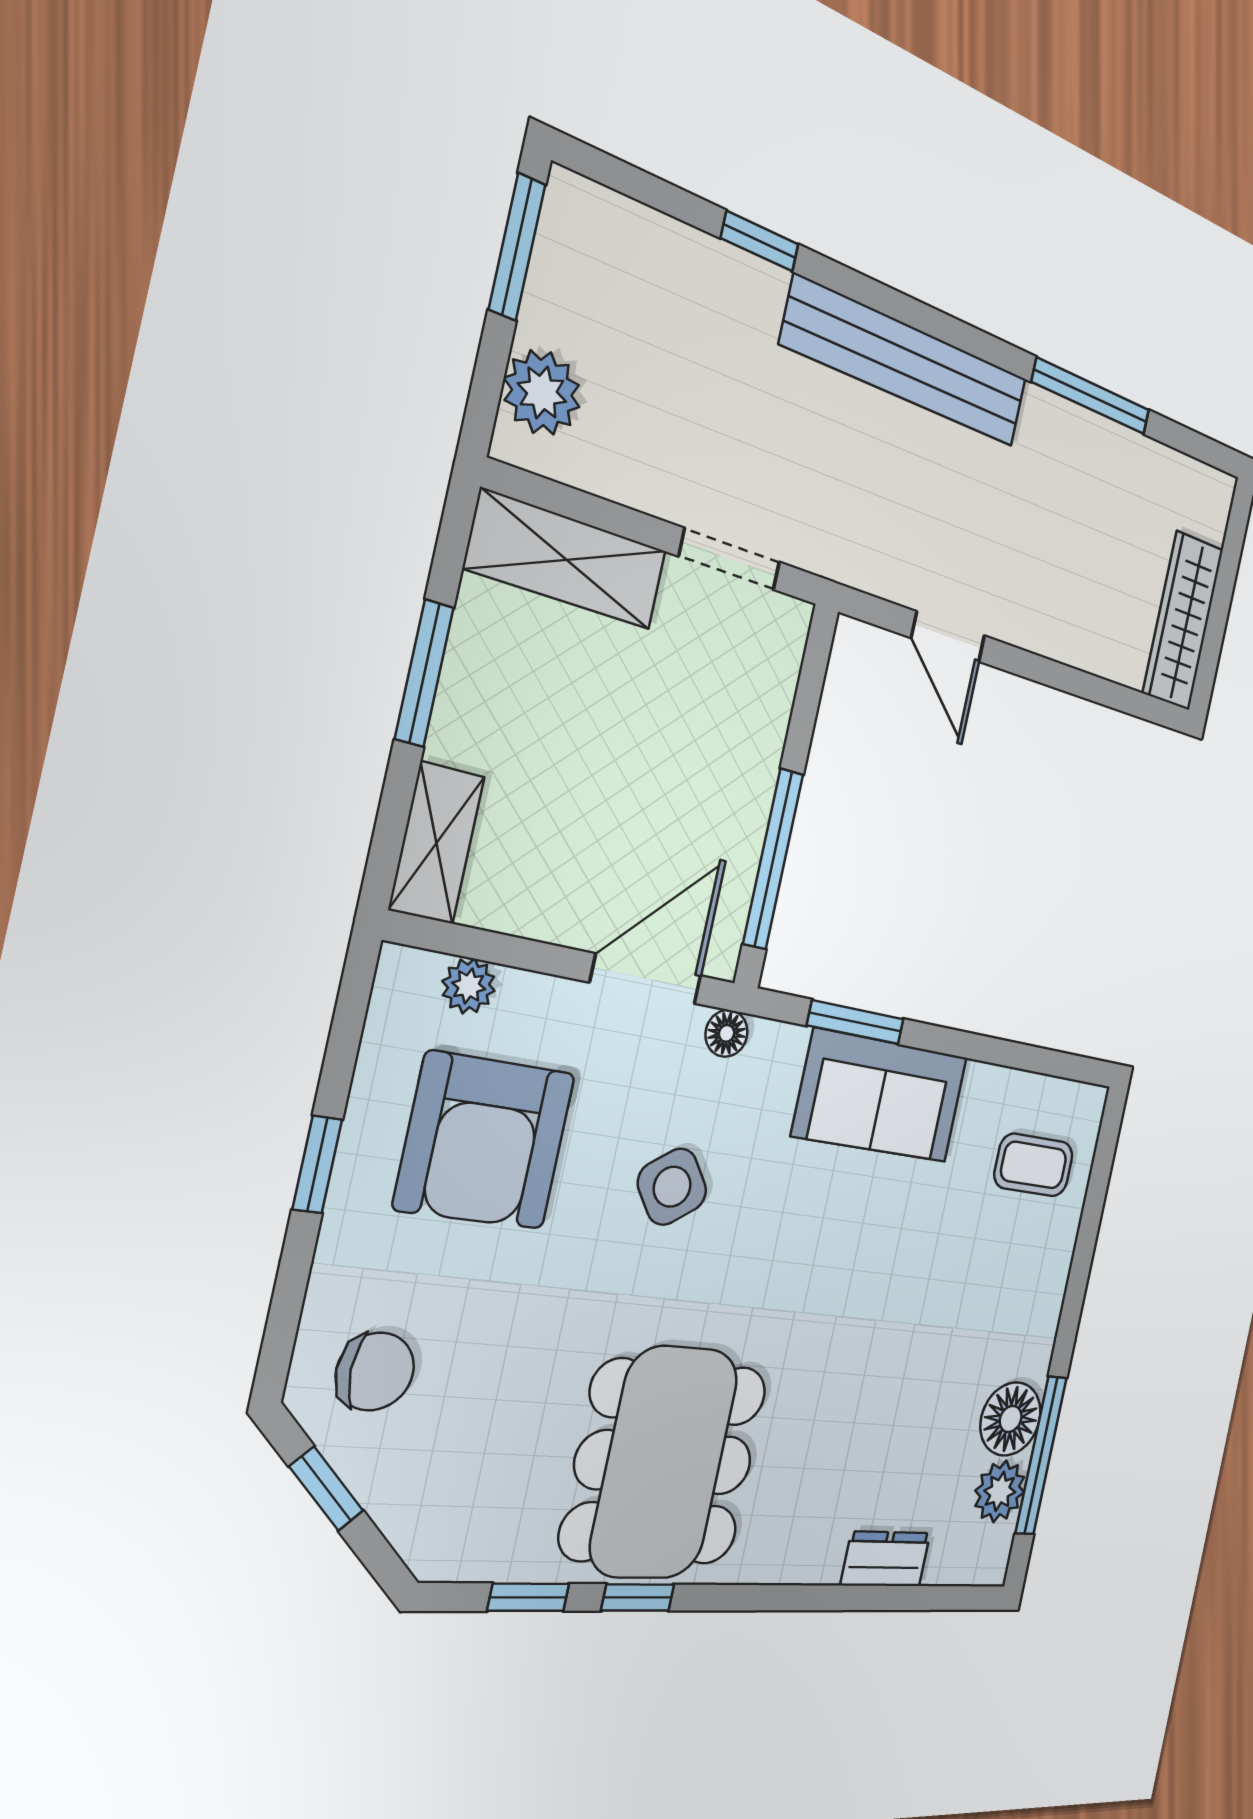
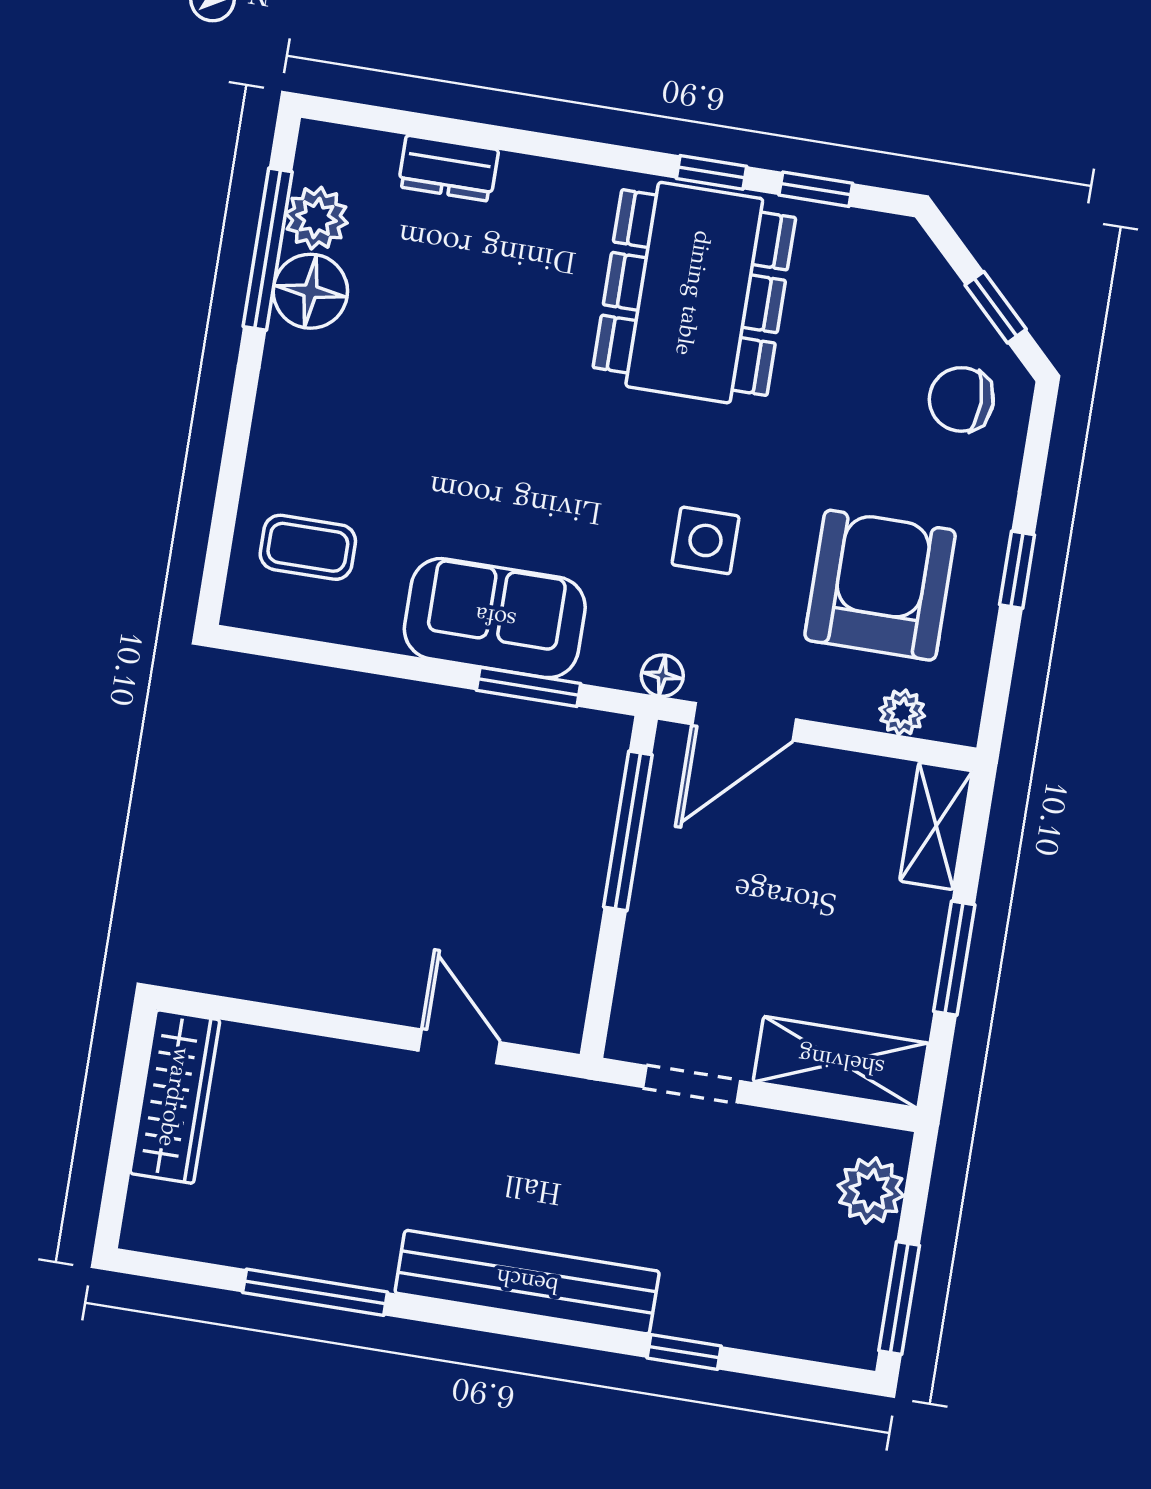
side table: (672, 1187) -> (706, 540), turned 35

